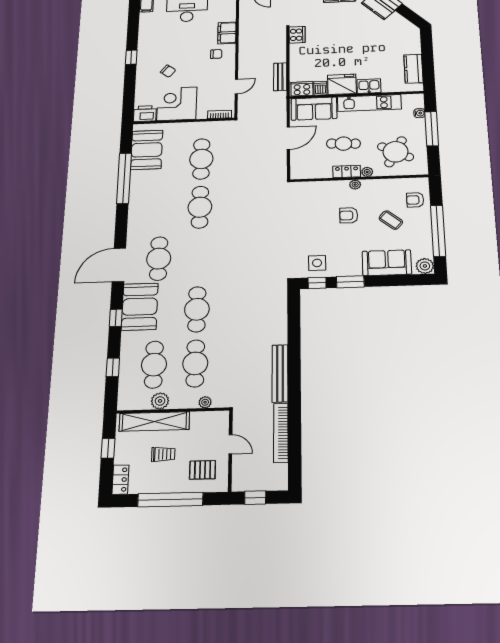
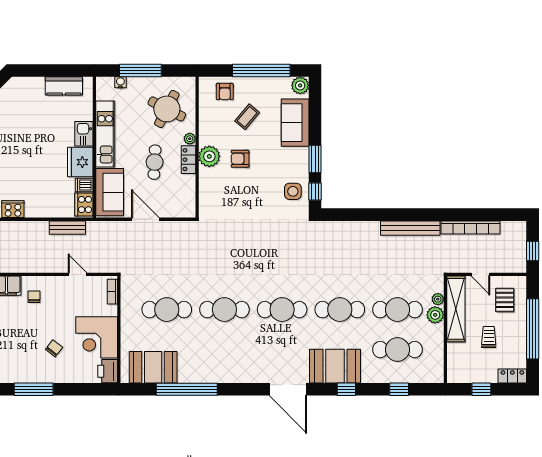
window: (131, 57) -> (34, 389), width x2.17
plant: (355, 185) -> (209, 156), width x1.87, depth x1.87
armchair: (349, 215) -> (240, 159), turned 90
cafe table: (159, 259) -> (282, 310), moved
plant: (160, 401) -> (435, 315), moved
shelving: (154, 421) -> (456, 309), moved
door: (230, 444) -> (481, 274), swing flipped

